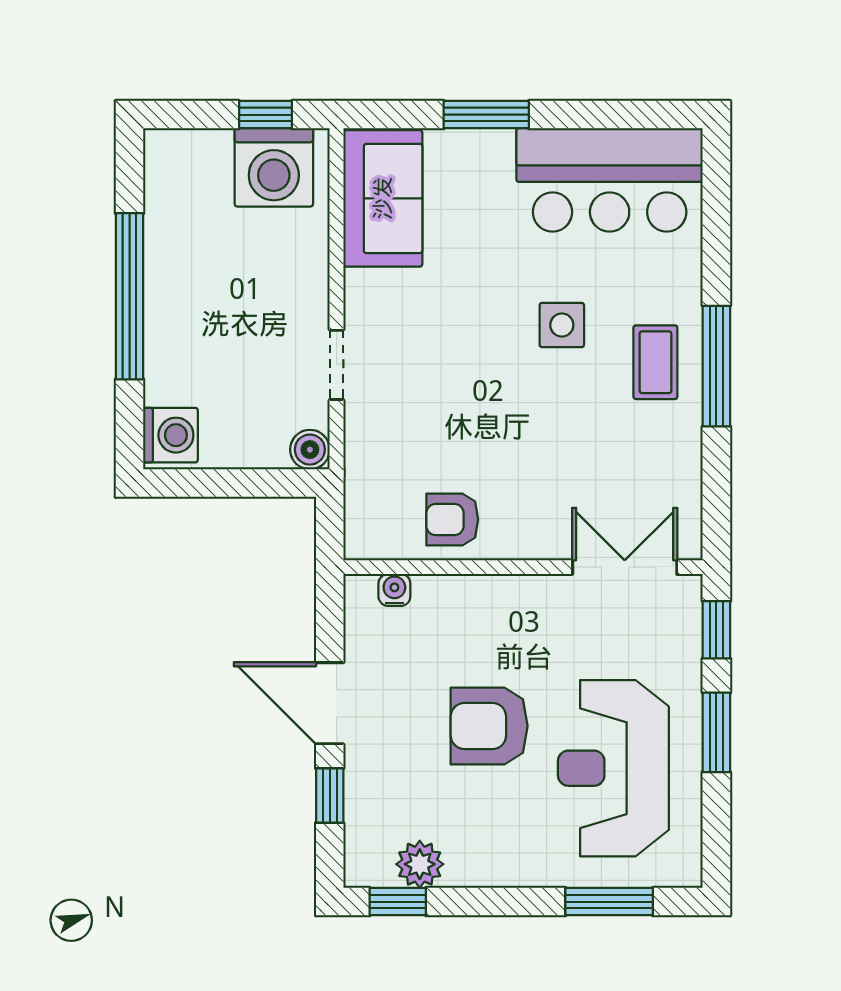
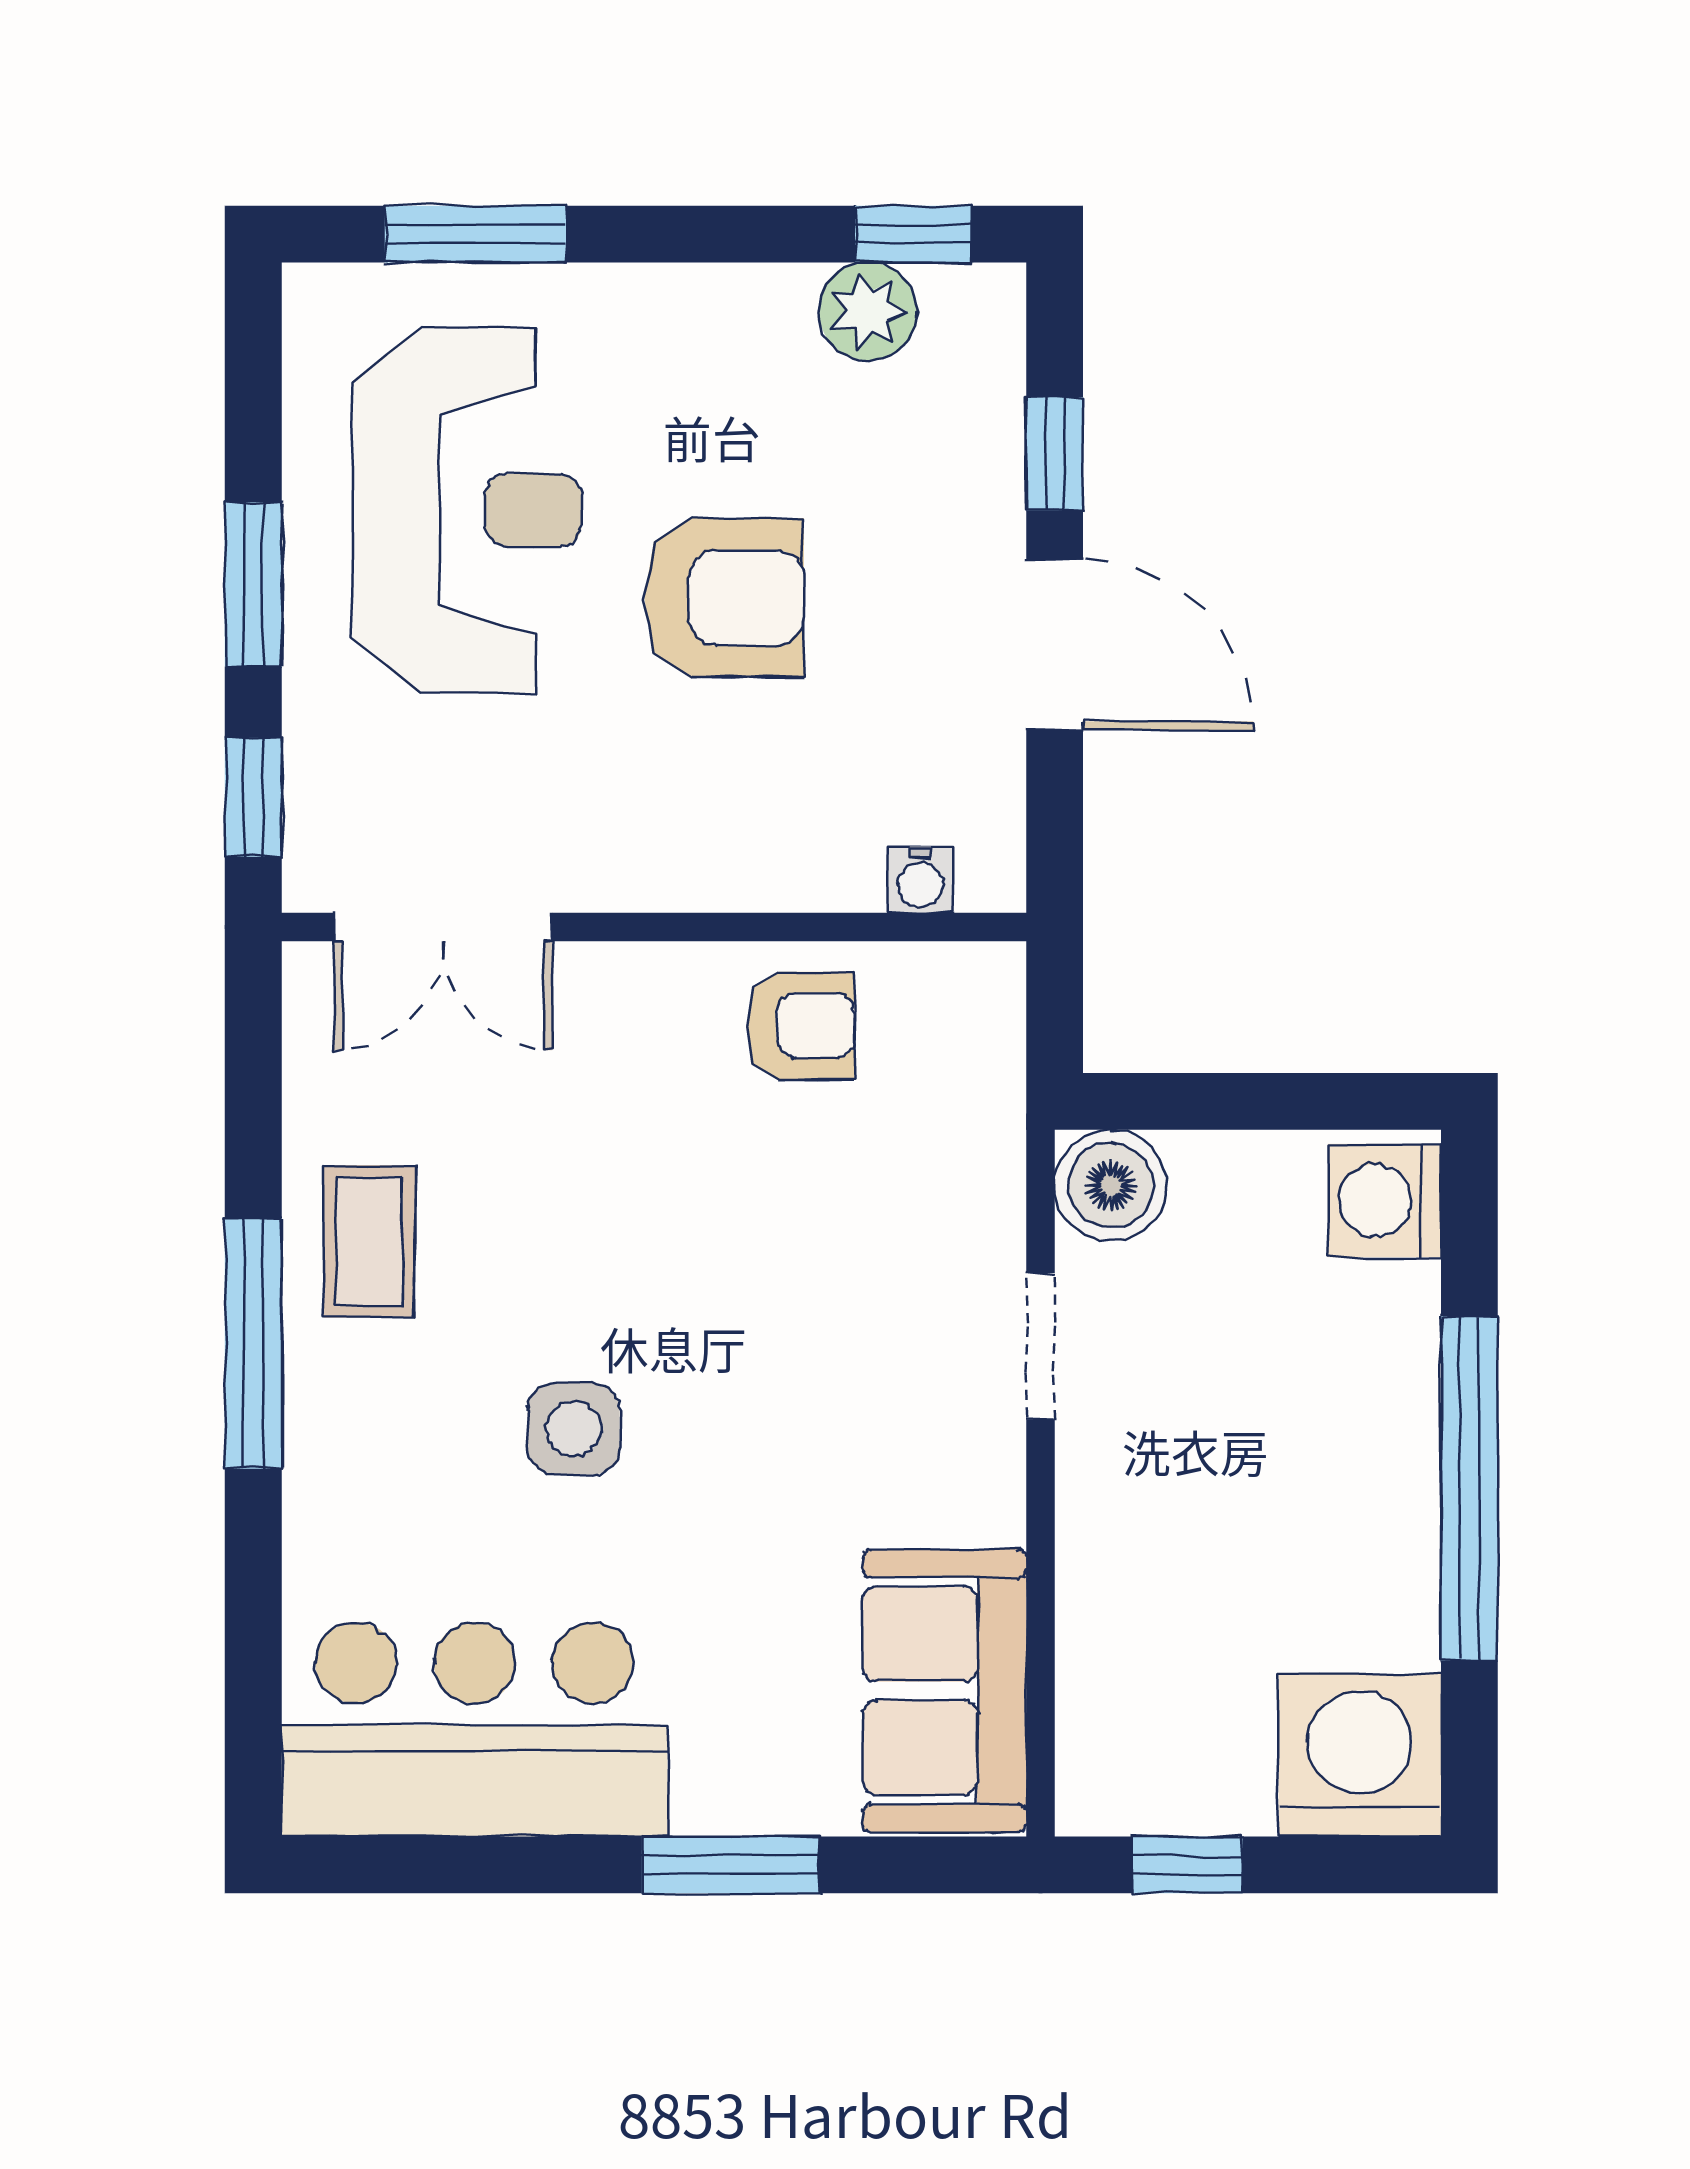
washing machine: (274, 167) -> (1360, 1755), moved
coffee table: (655, 362) -> (369, 1241), moved
boiler: (310, 450) -> (1110, 1186), width x1.36, depth x1.36

